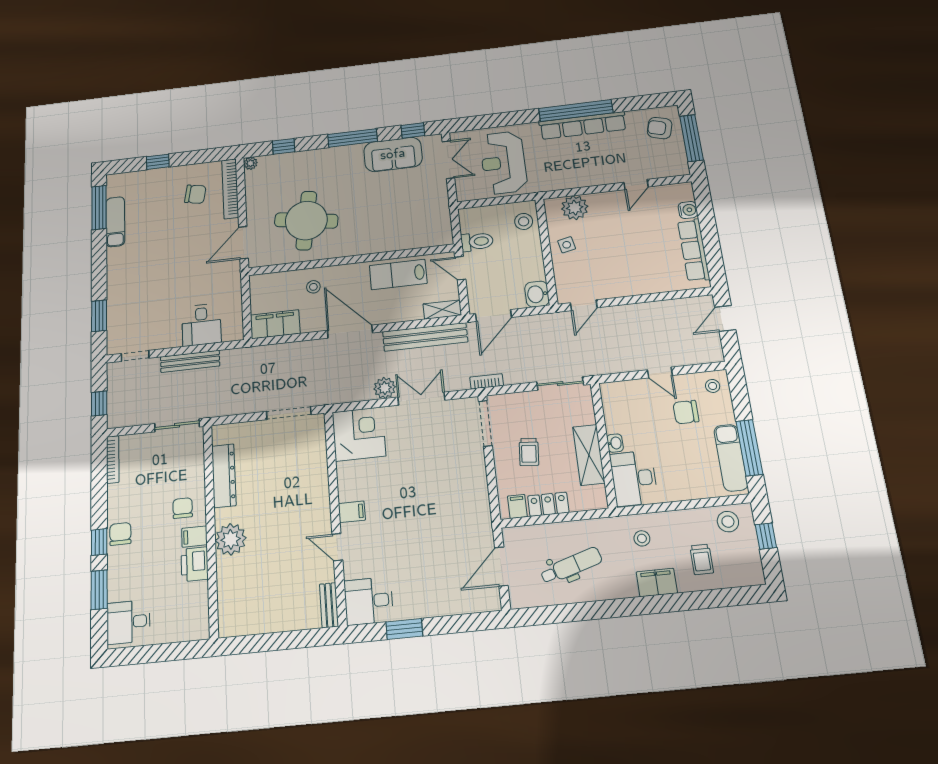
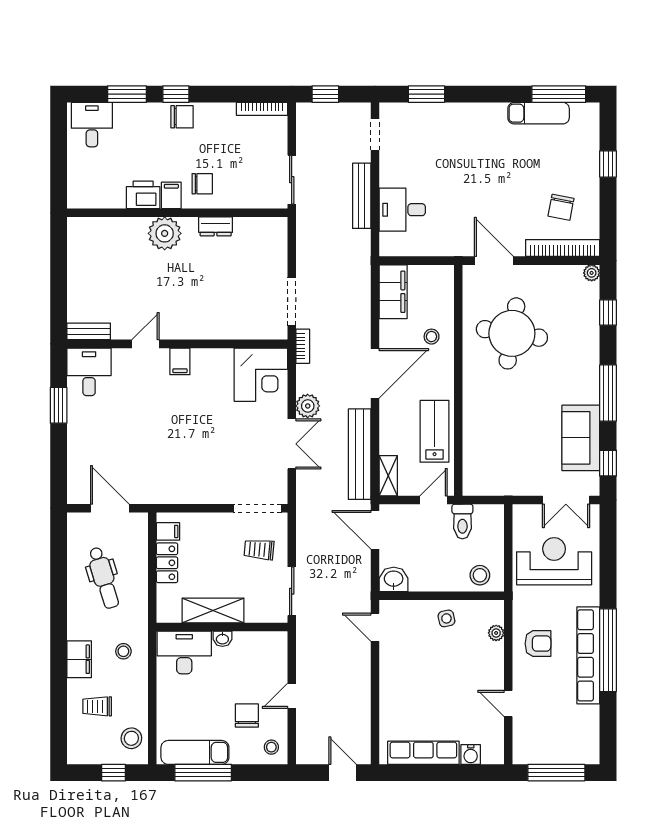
armchair: (660, 128) -> (538, 644), moved, turned 74
plant: (575, 208) -> (496, 633), width x0.53, depth x0.53
bookcase: (487, 381) -> (303, 346), moved
trolley: (529, 452) -> (259, 549), moved
dresser: (224, 476) -> (216, 226), width x0.51, depth x0.80

